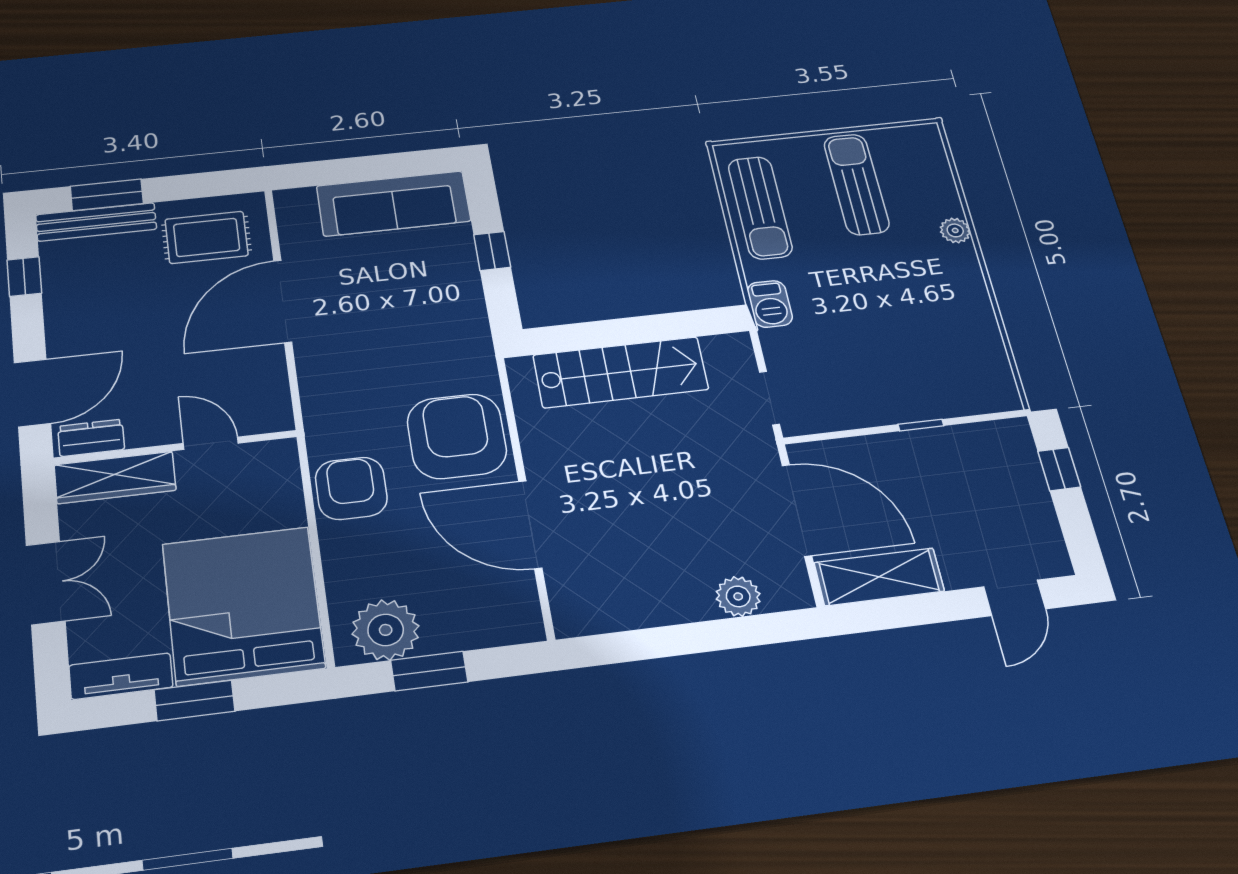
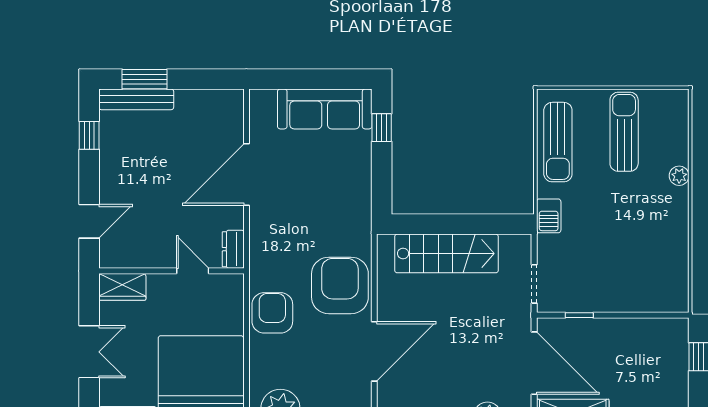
rug: (207, 237) -> (204, 120), removed
window: (492, 251) -> (382, 128), moved
door: (32, 393) -> (89, 221), width x0.73
window: (921, 425) -> (579, 315), moved
dresser: (91, 438) -> (233, 249), moved, turned -90
wardrobe: (115, 478) -> (122, 287), width x0.67
door: (530, 524) -> (374, 351), swing flipped

